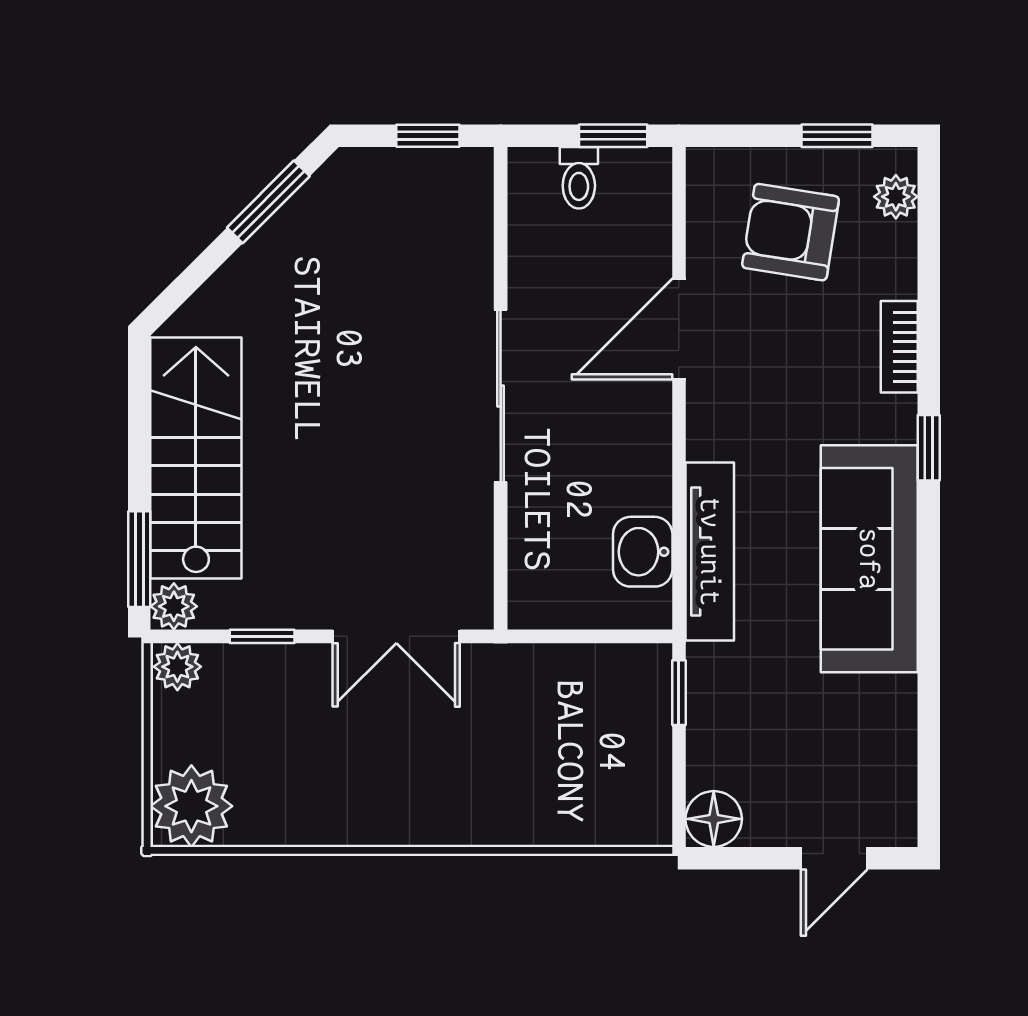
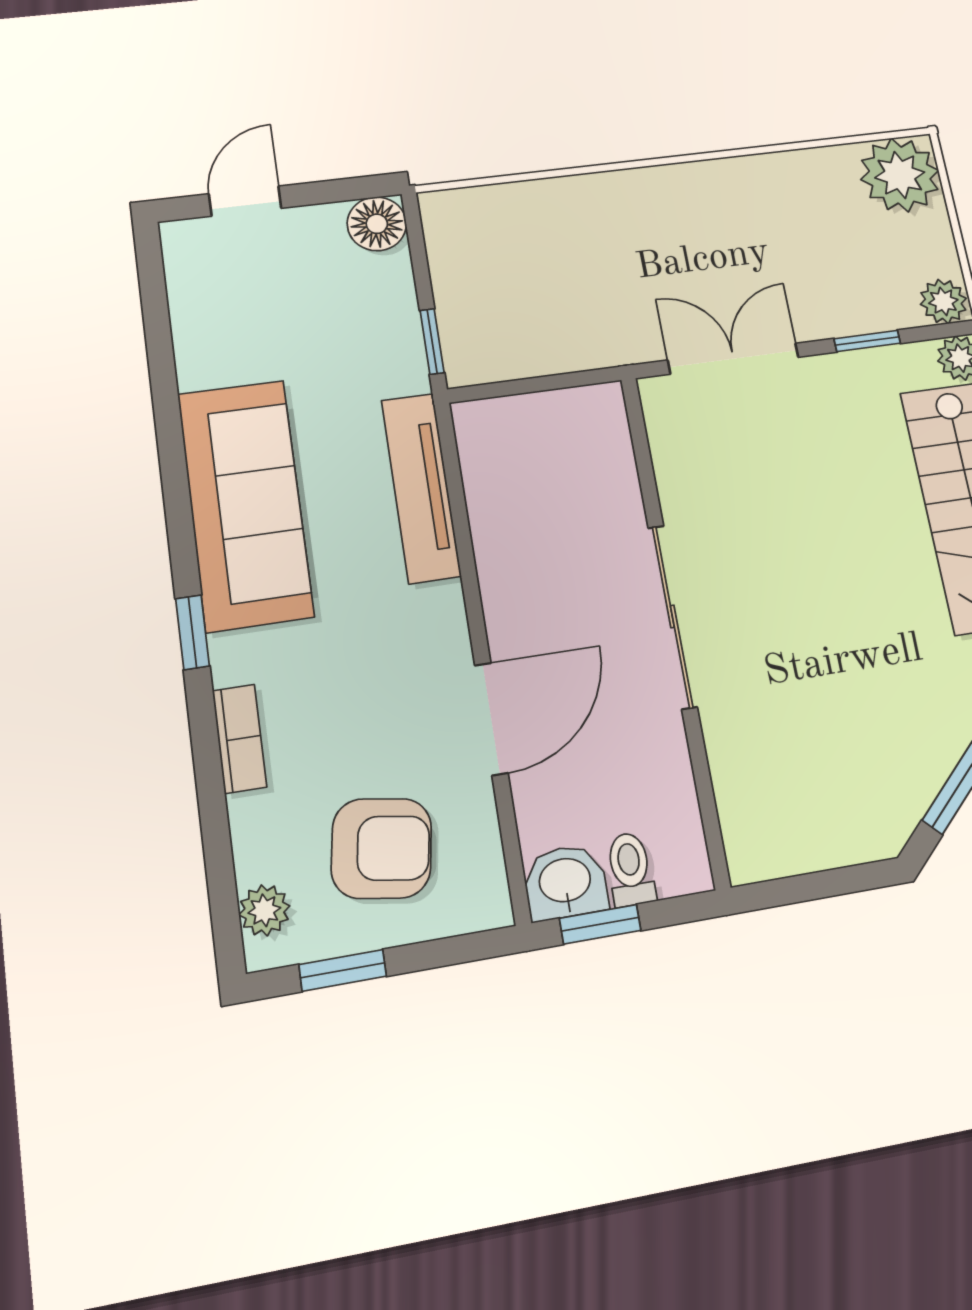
window: (428, 136) -> (805, 888), removed
washbasin: (643, 552) -> (565, 882), moved, turned -90

